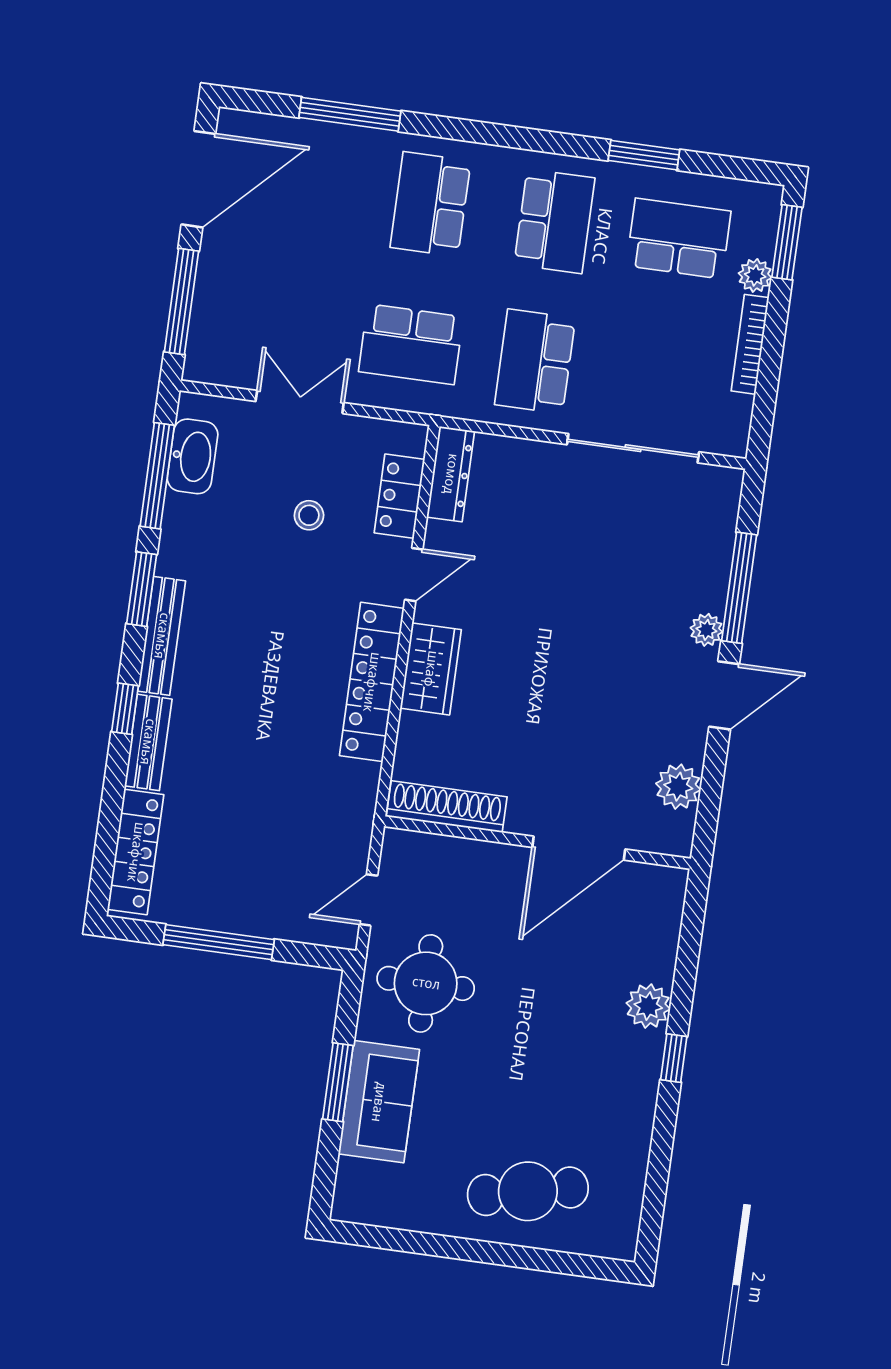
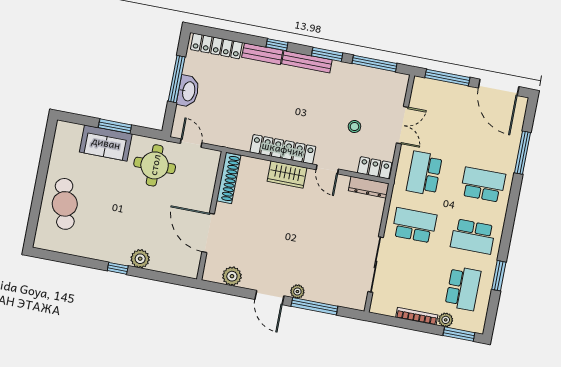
washbasin: (193, 456) -> (188, 91), moved, turned -90
locker: (399, 496) -> (375, 168), moved

